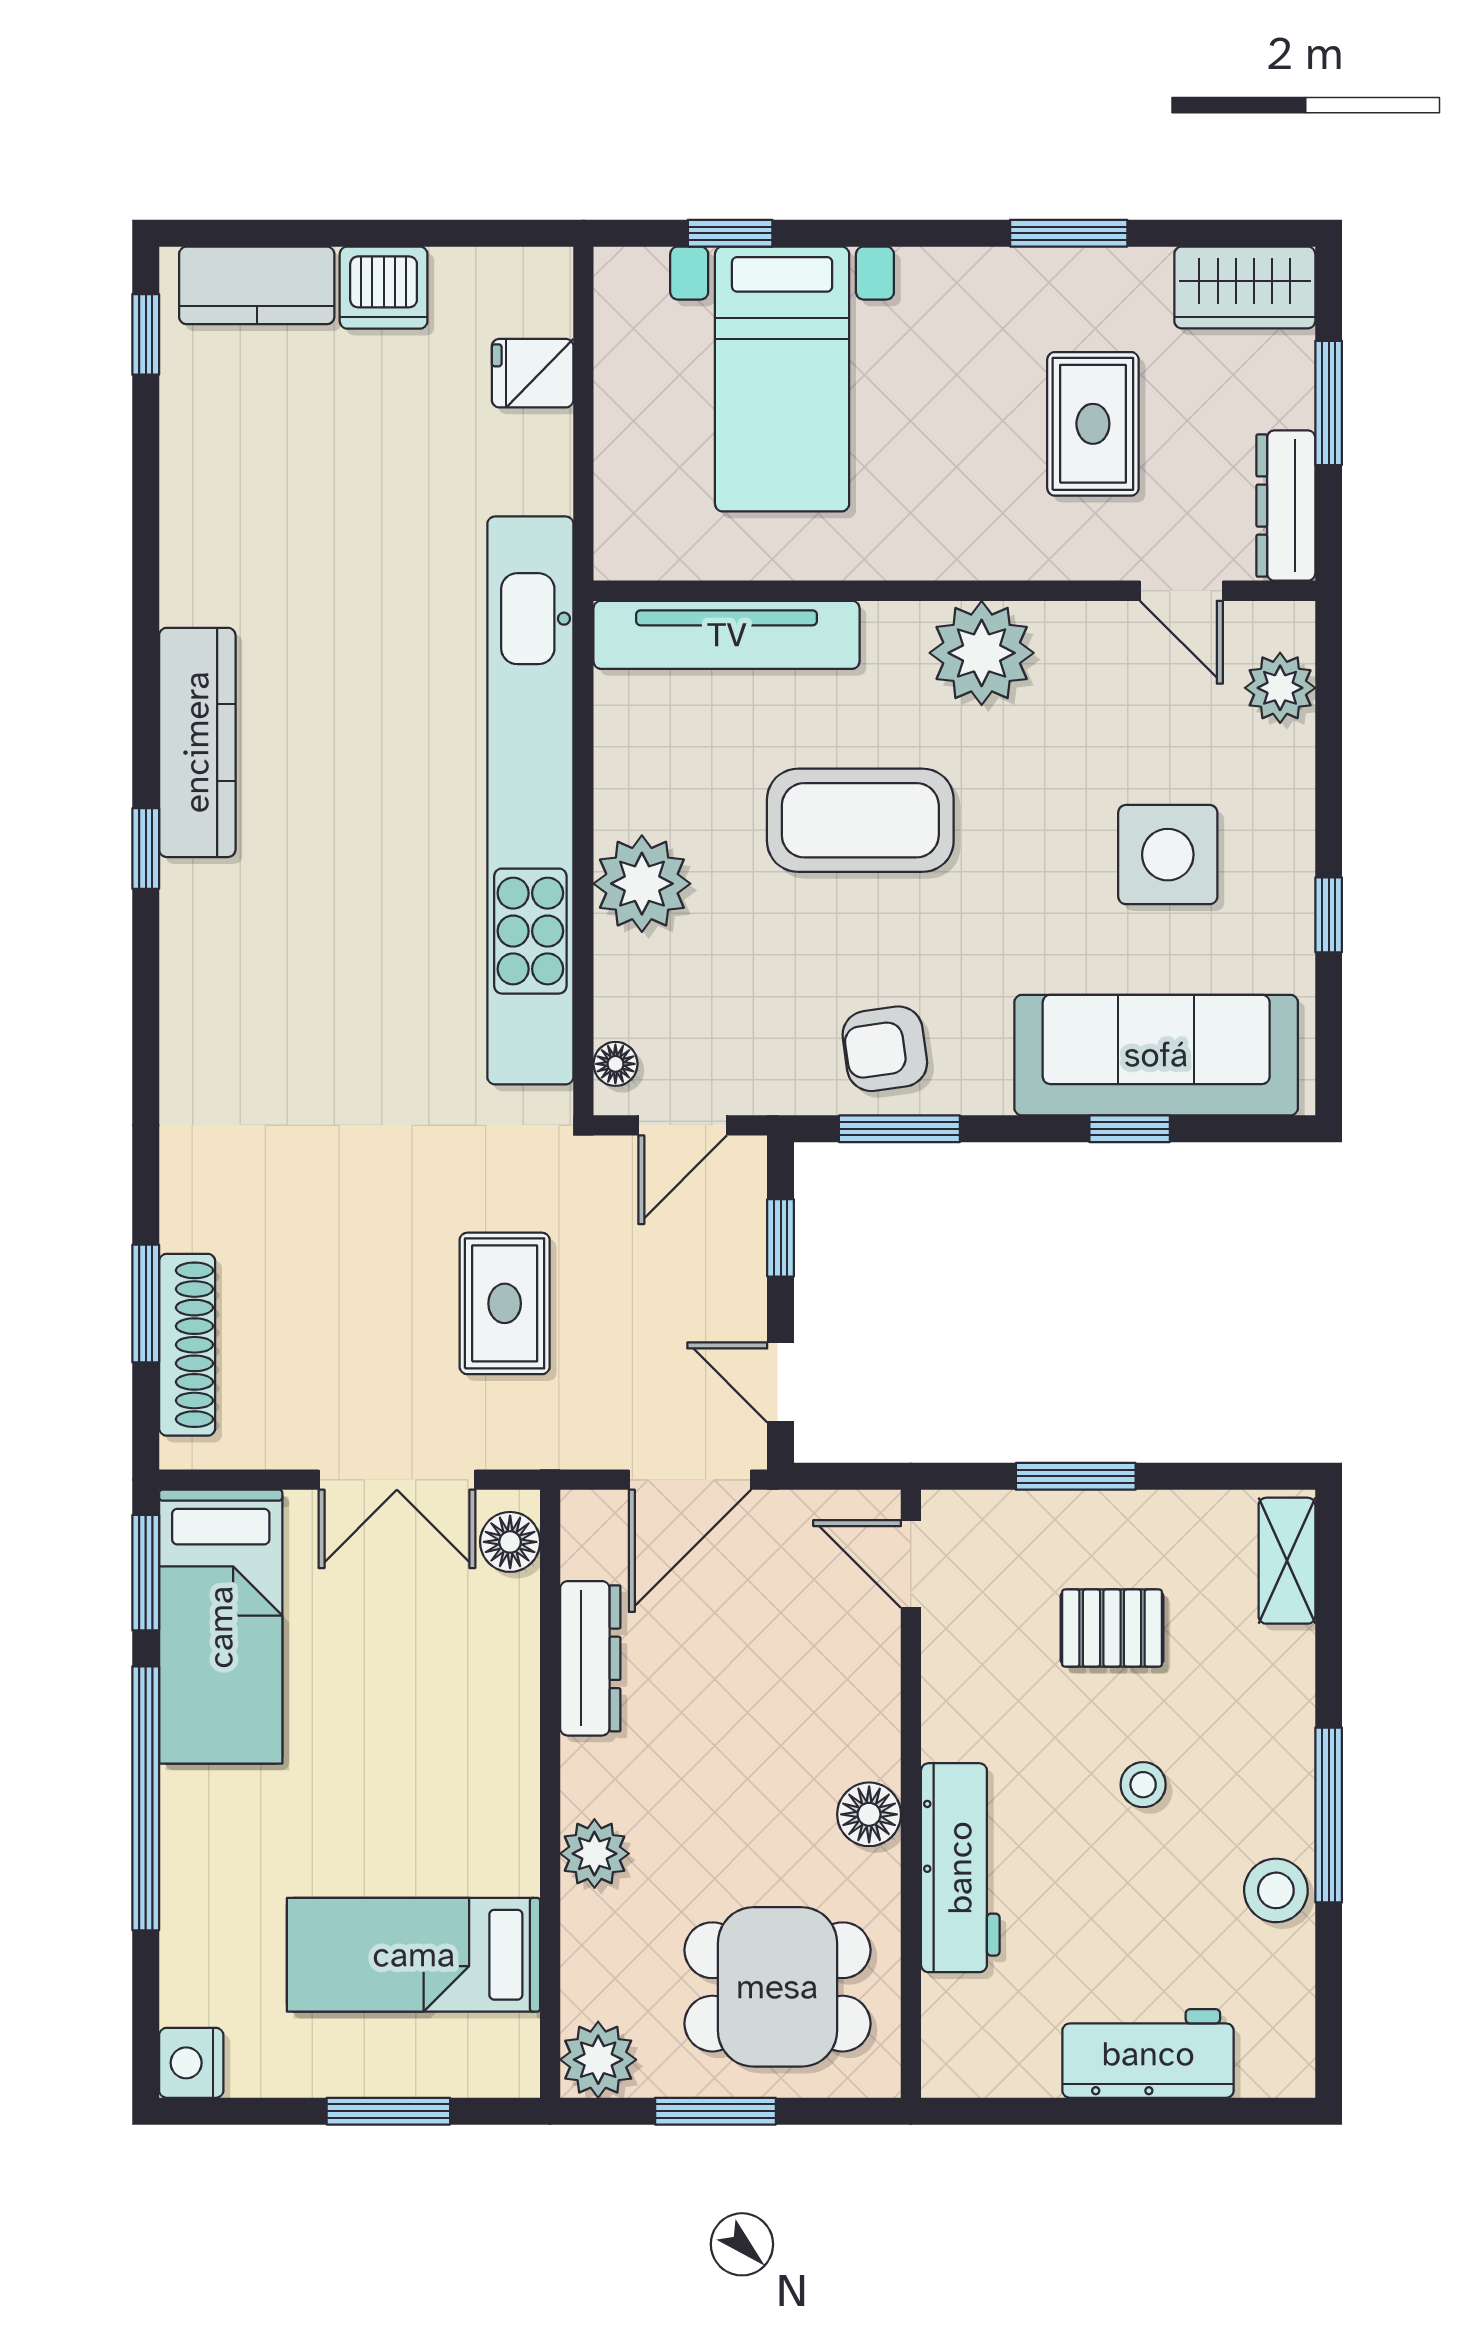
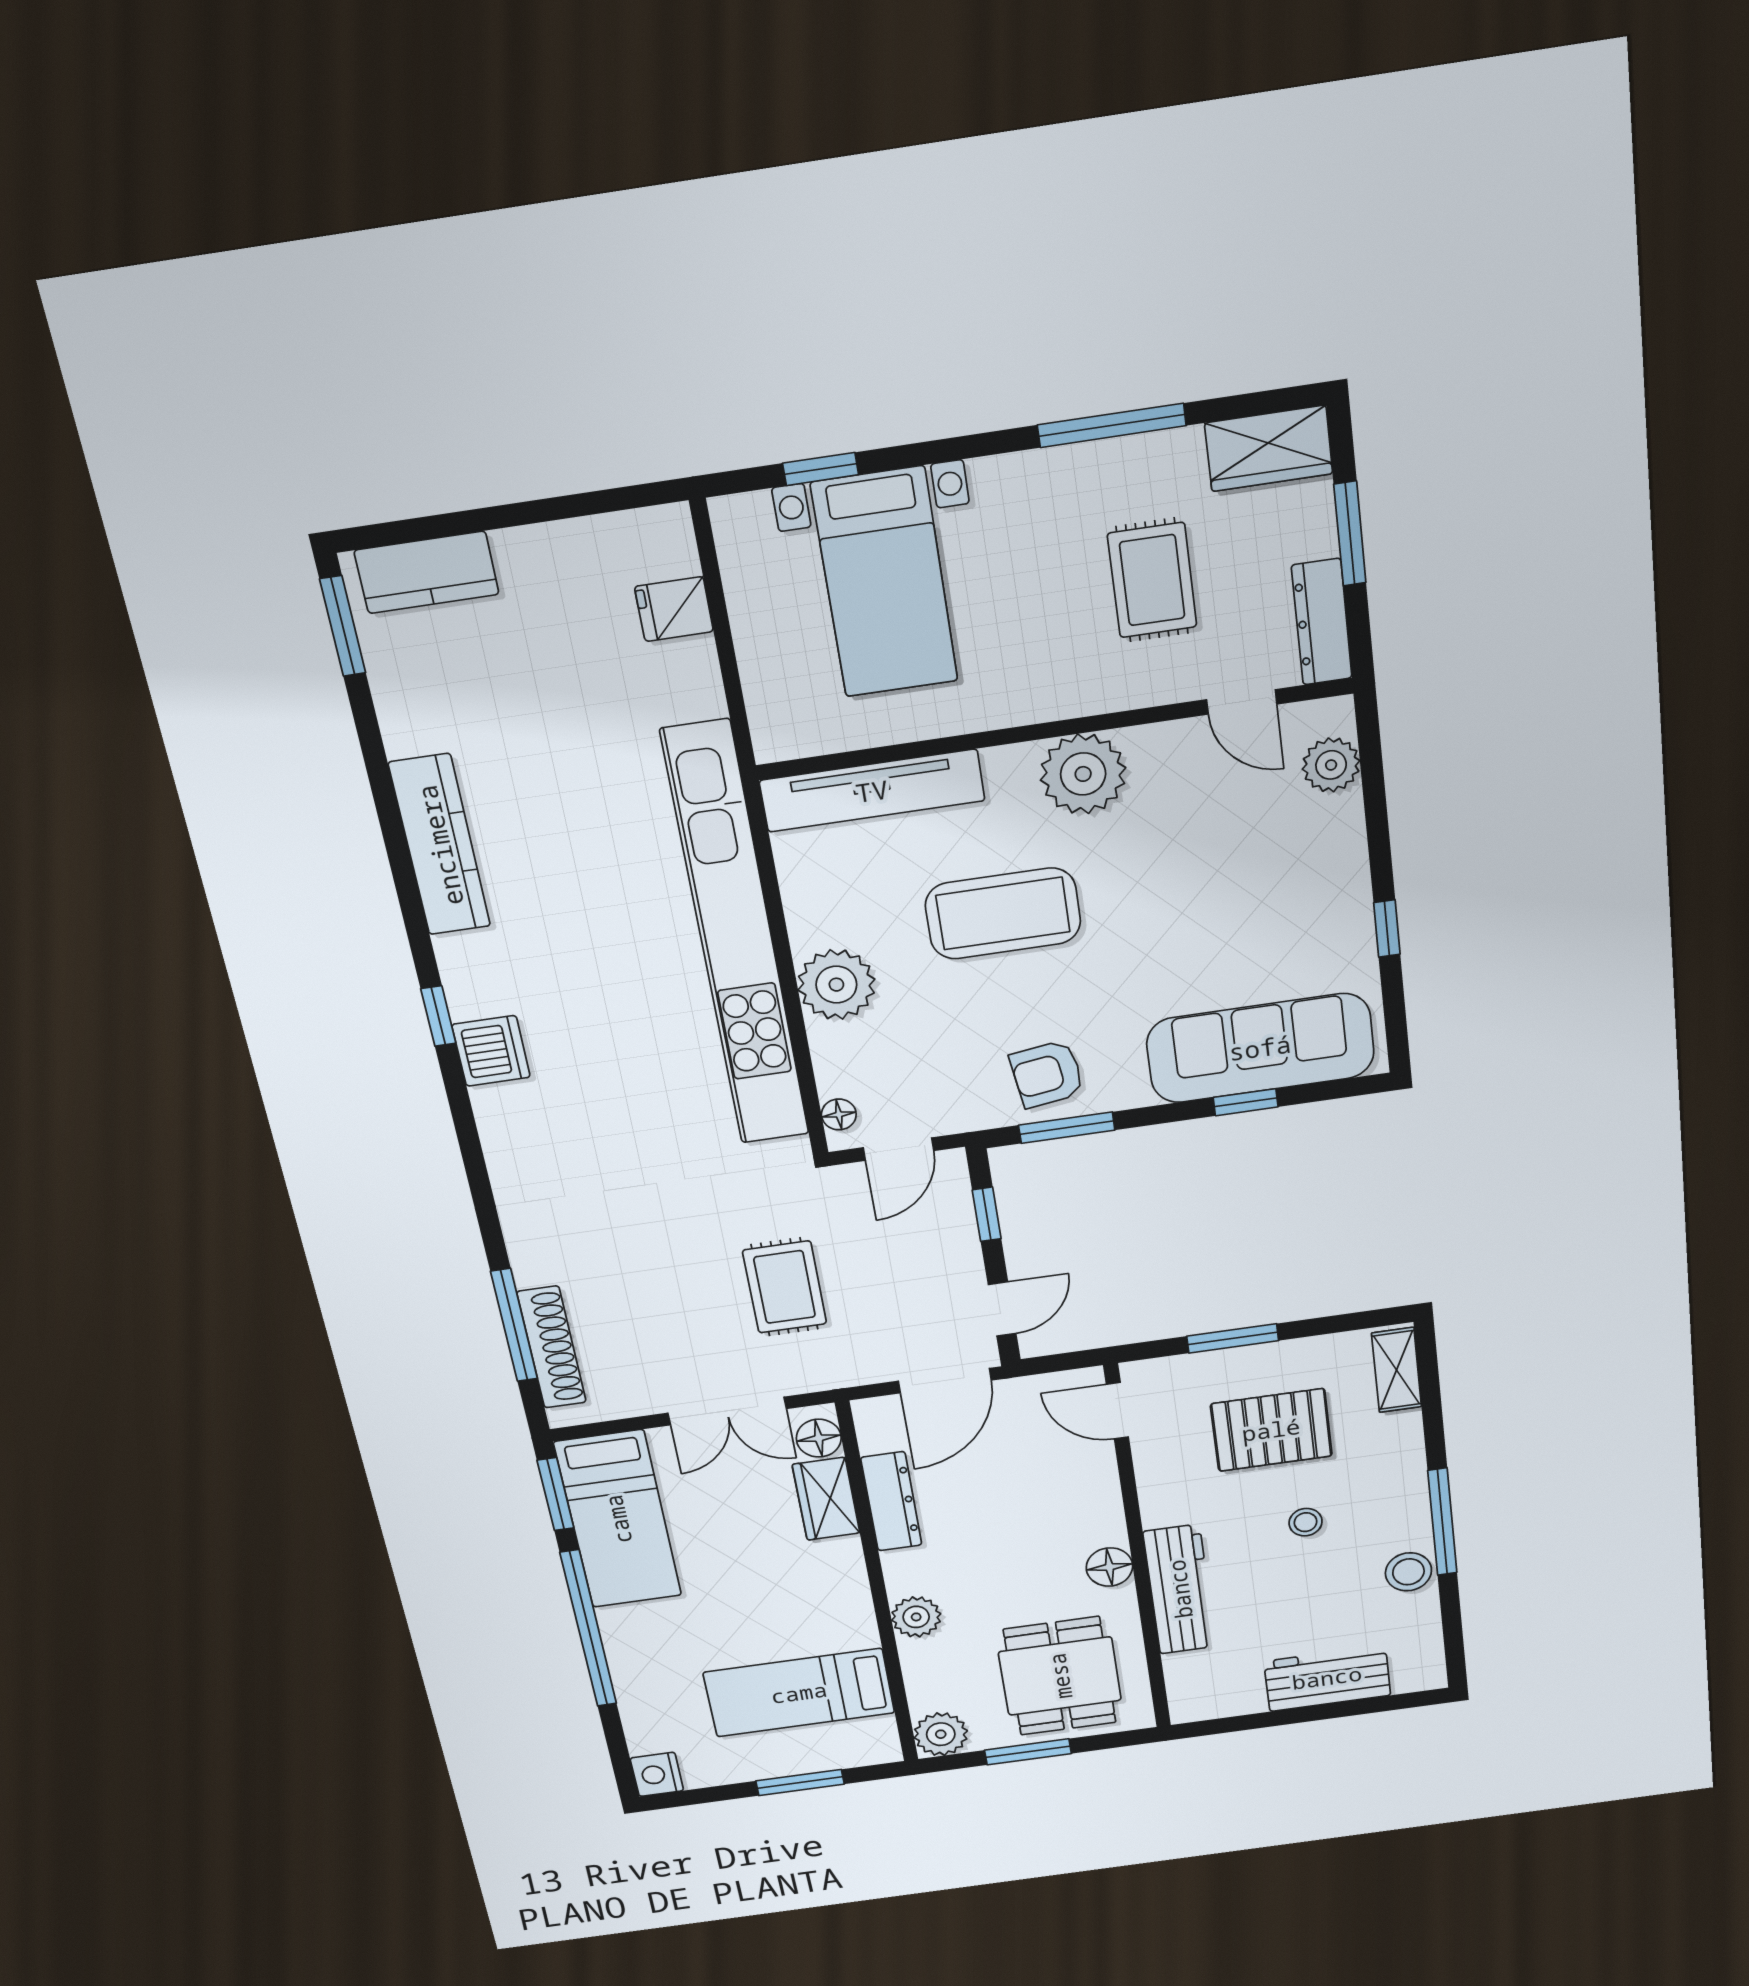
window: (1069, 233) -> (1112, 425), width x1.44
dishwasher: (384, 288) -> (491, 1051), moved, turned -90
window: (146, 334) -> (343, 626), width x1.50
kitchen counter: (197, 742) -> (440, 845), moved
side table: (1168, 855) -> (1253, 903), removed
window: (146, 1304) -> (514, 1325), width x1.44
door: (781, 1382) -> (1002, 1309), swing flipped
pallet: (1112, 1628) -> (1271, 1430), width x1.50, depth x1.42
wardrobe: (504, 1640) -> (826, 1499), added
dining table: (777, 1987) -> (1060, 1676), turned 90

